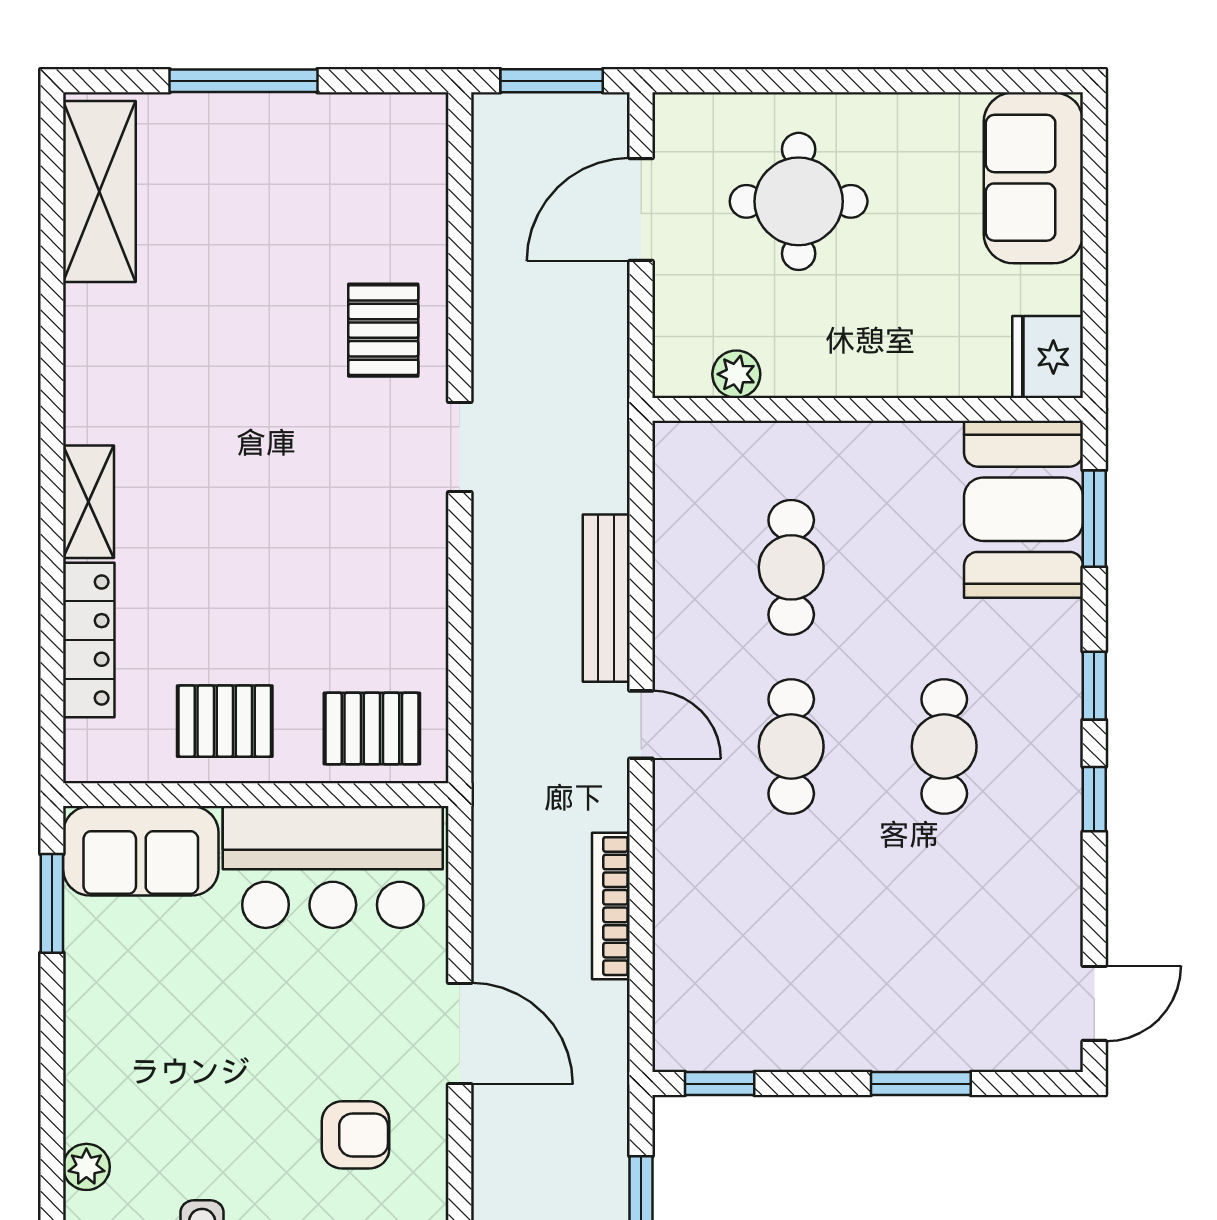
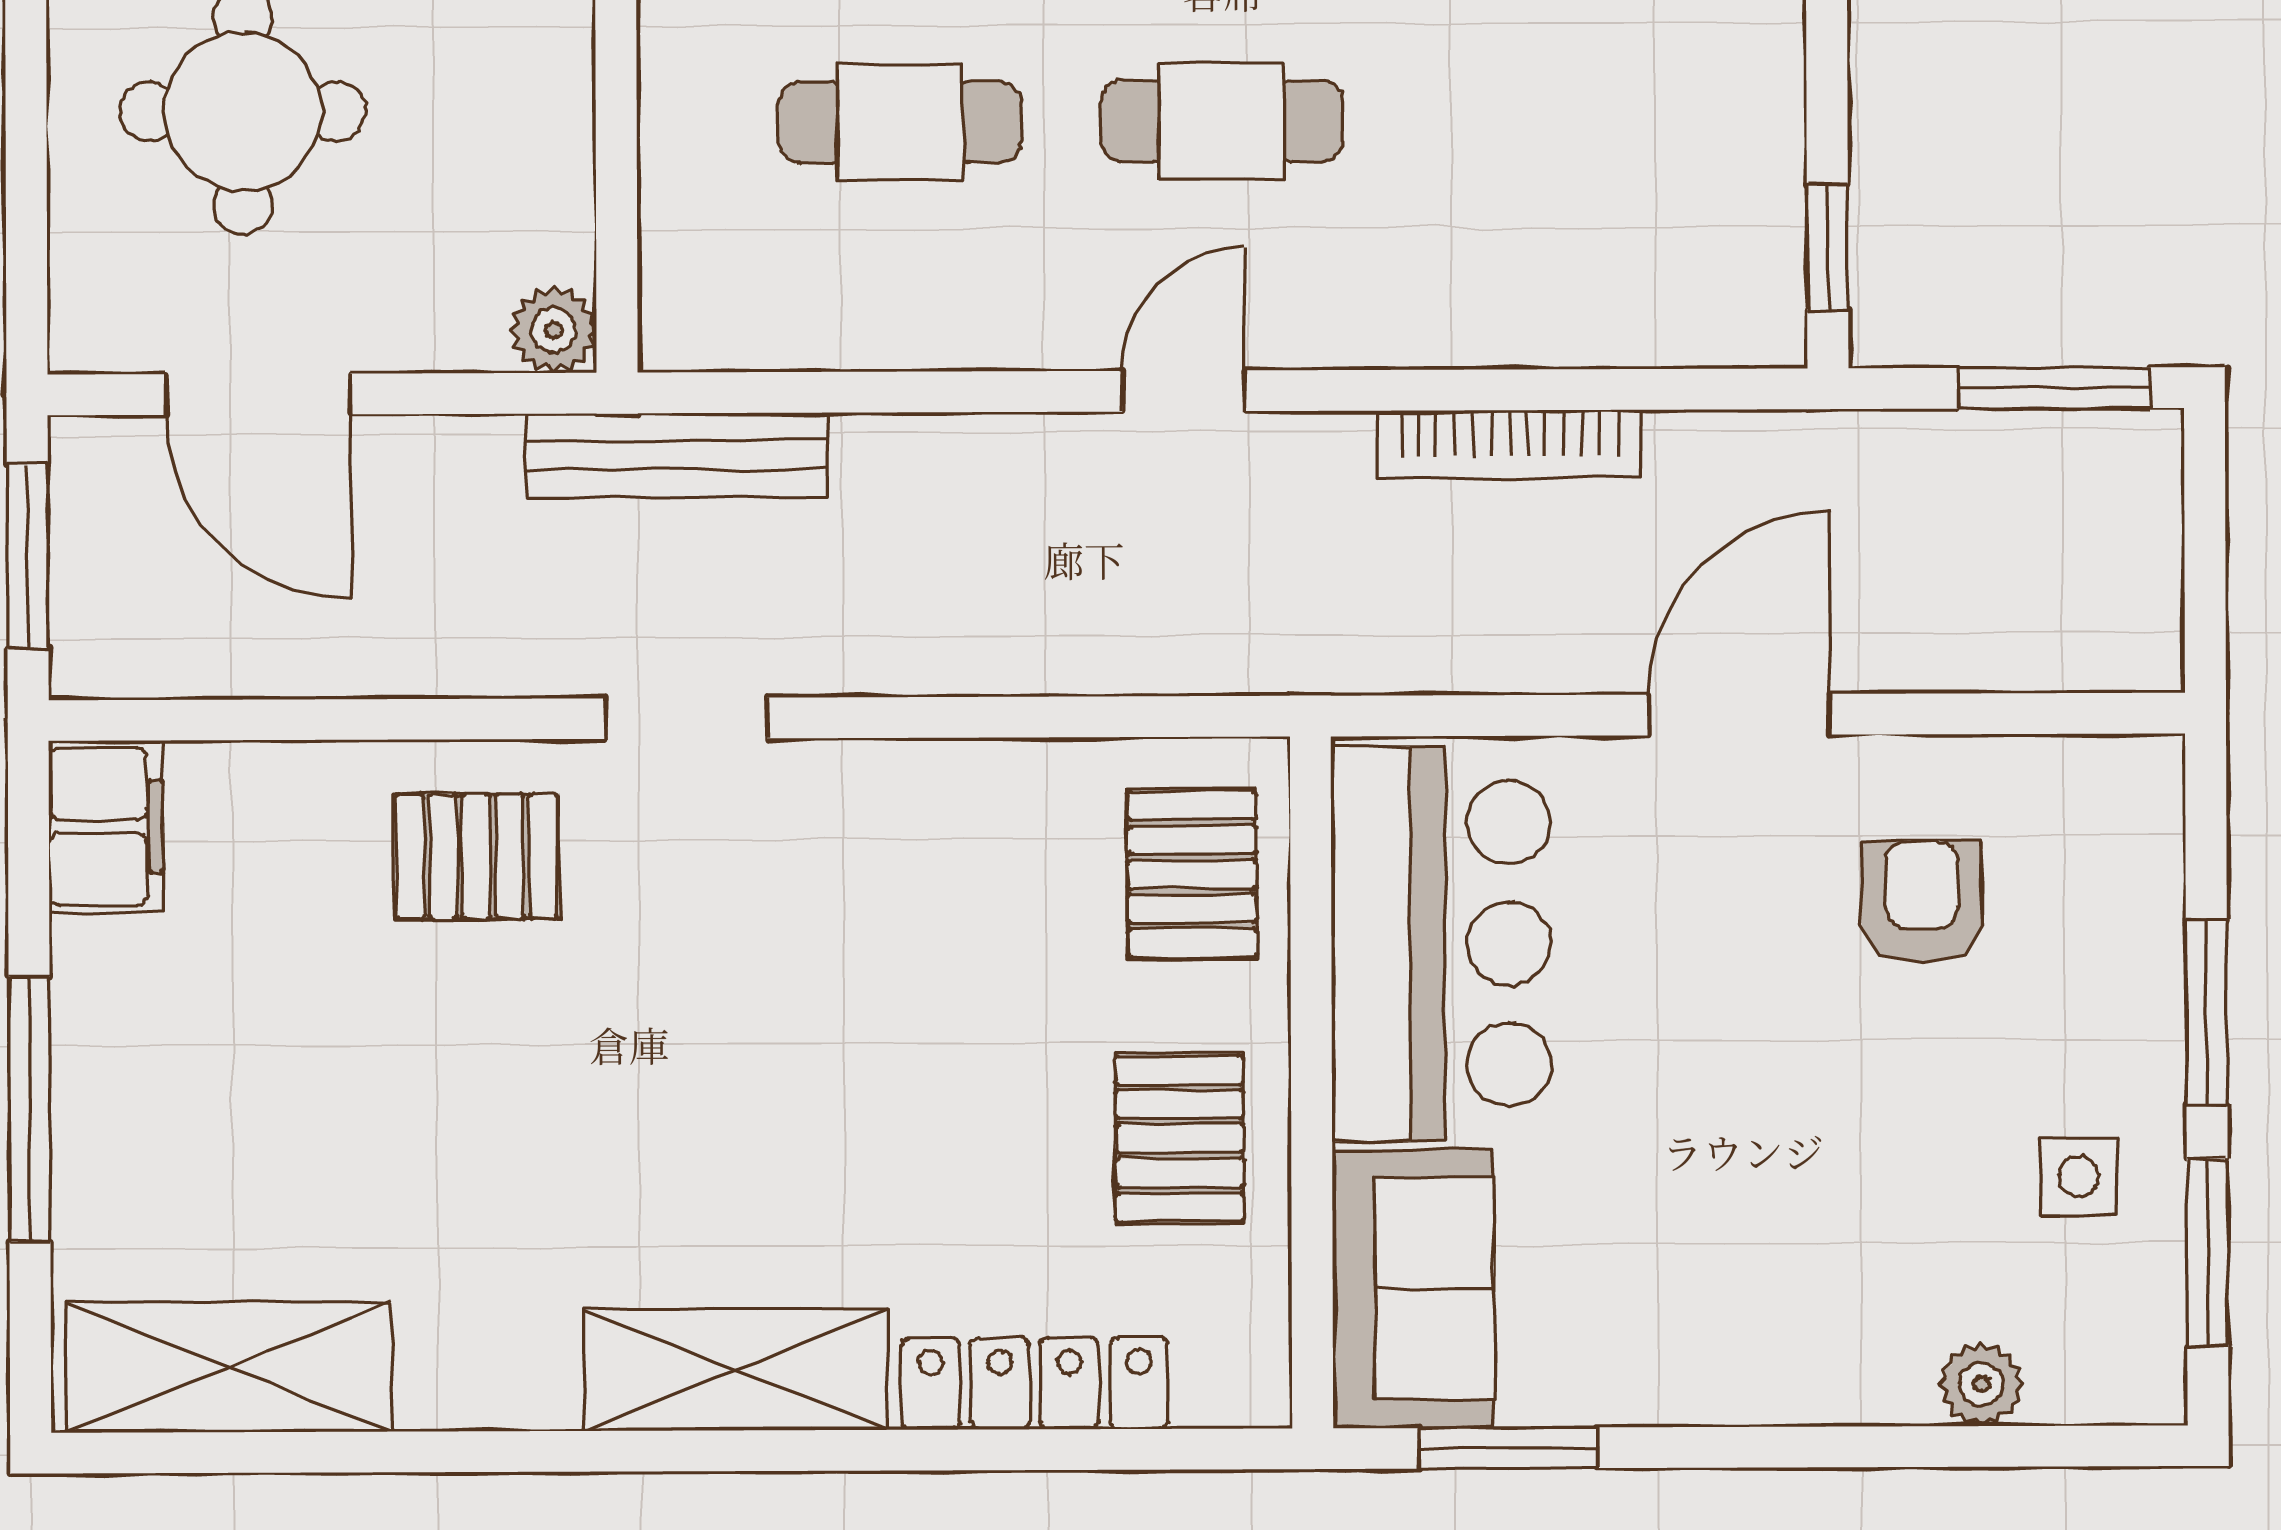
filing cabinet: (401, 124) -> (106, 826), added
plant: (736, 374) -> (554, 330), moved
shelving: (88, 502) -> (736, 1370), width x1.50, depth x1.33
bench: (606, 598) -> (677, 455), moved

